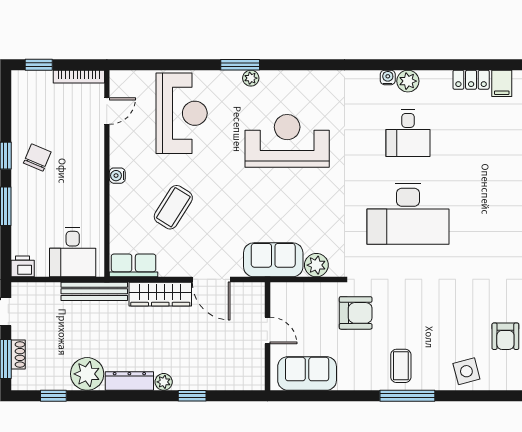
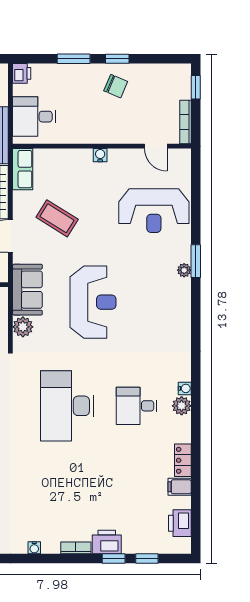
reception desk: (287, 141) -> (93, 302), moved
coffee table: (173, 207) -> (57, 218), moved

